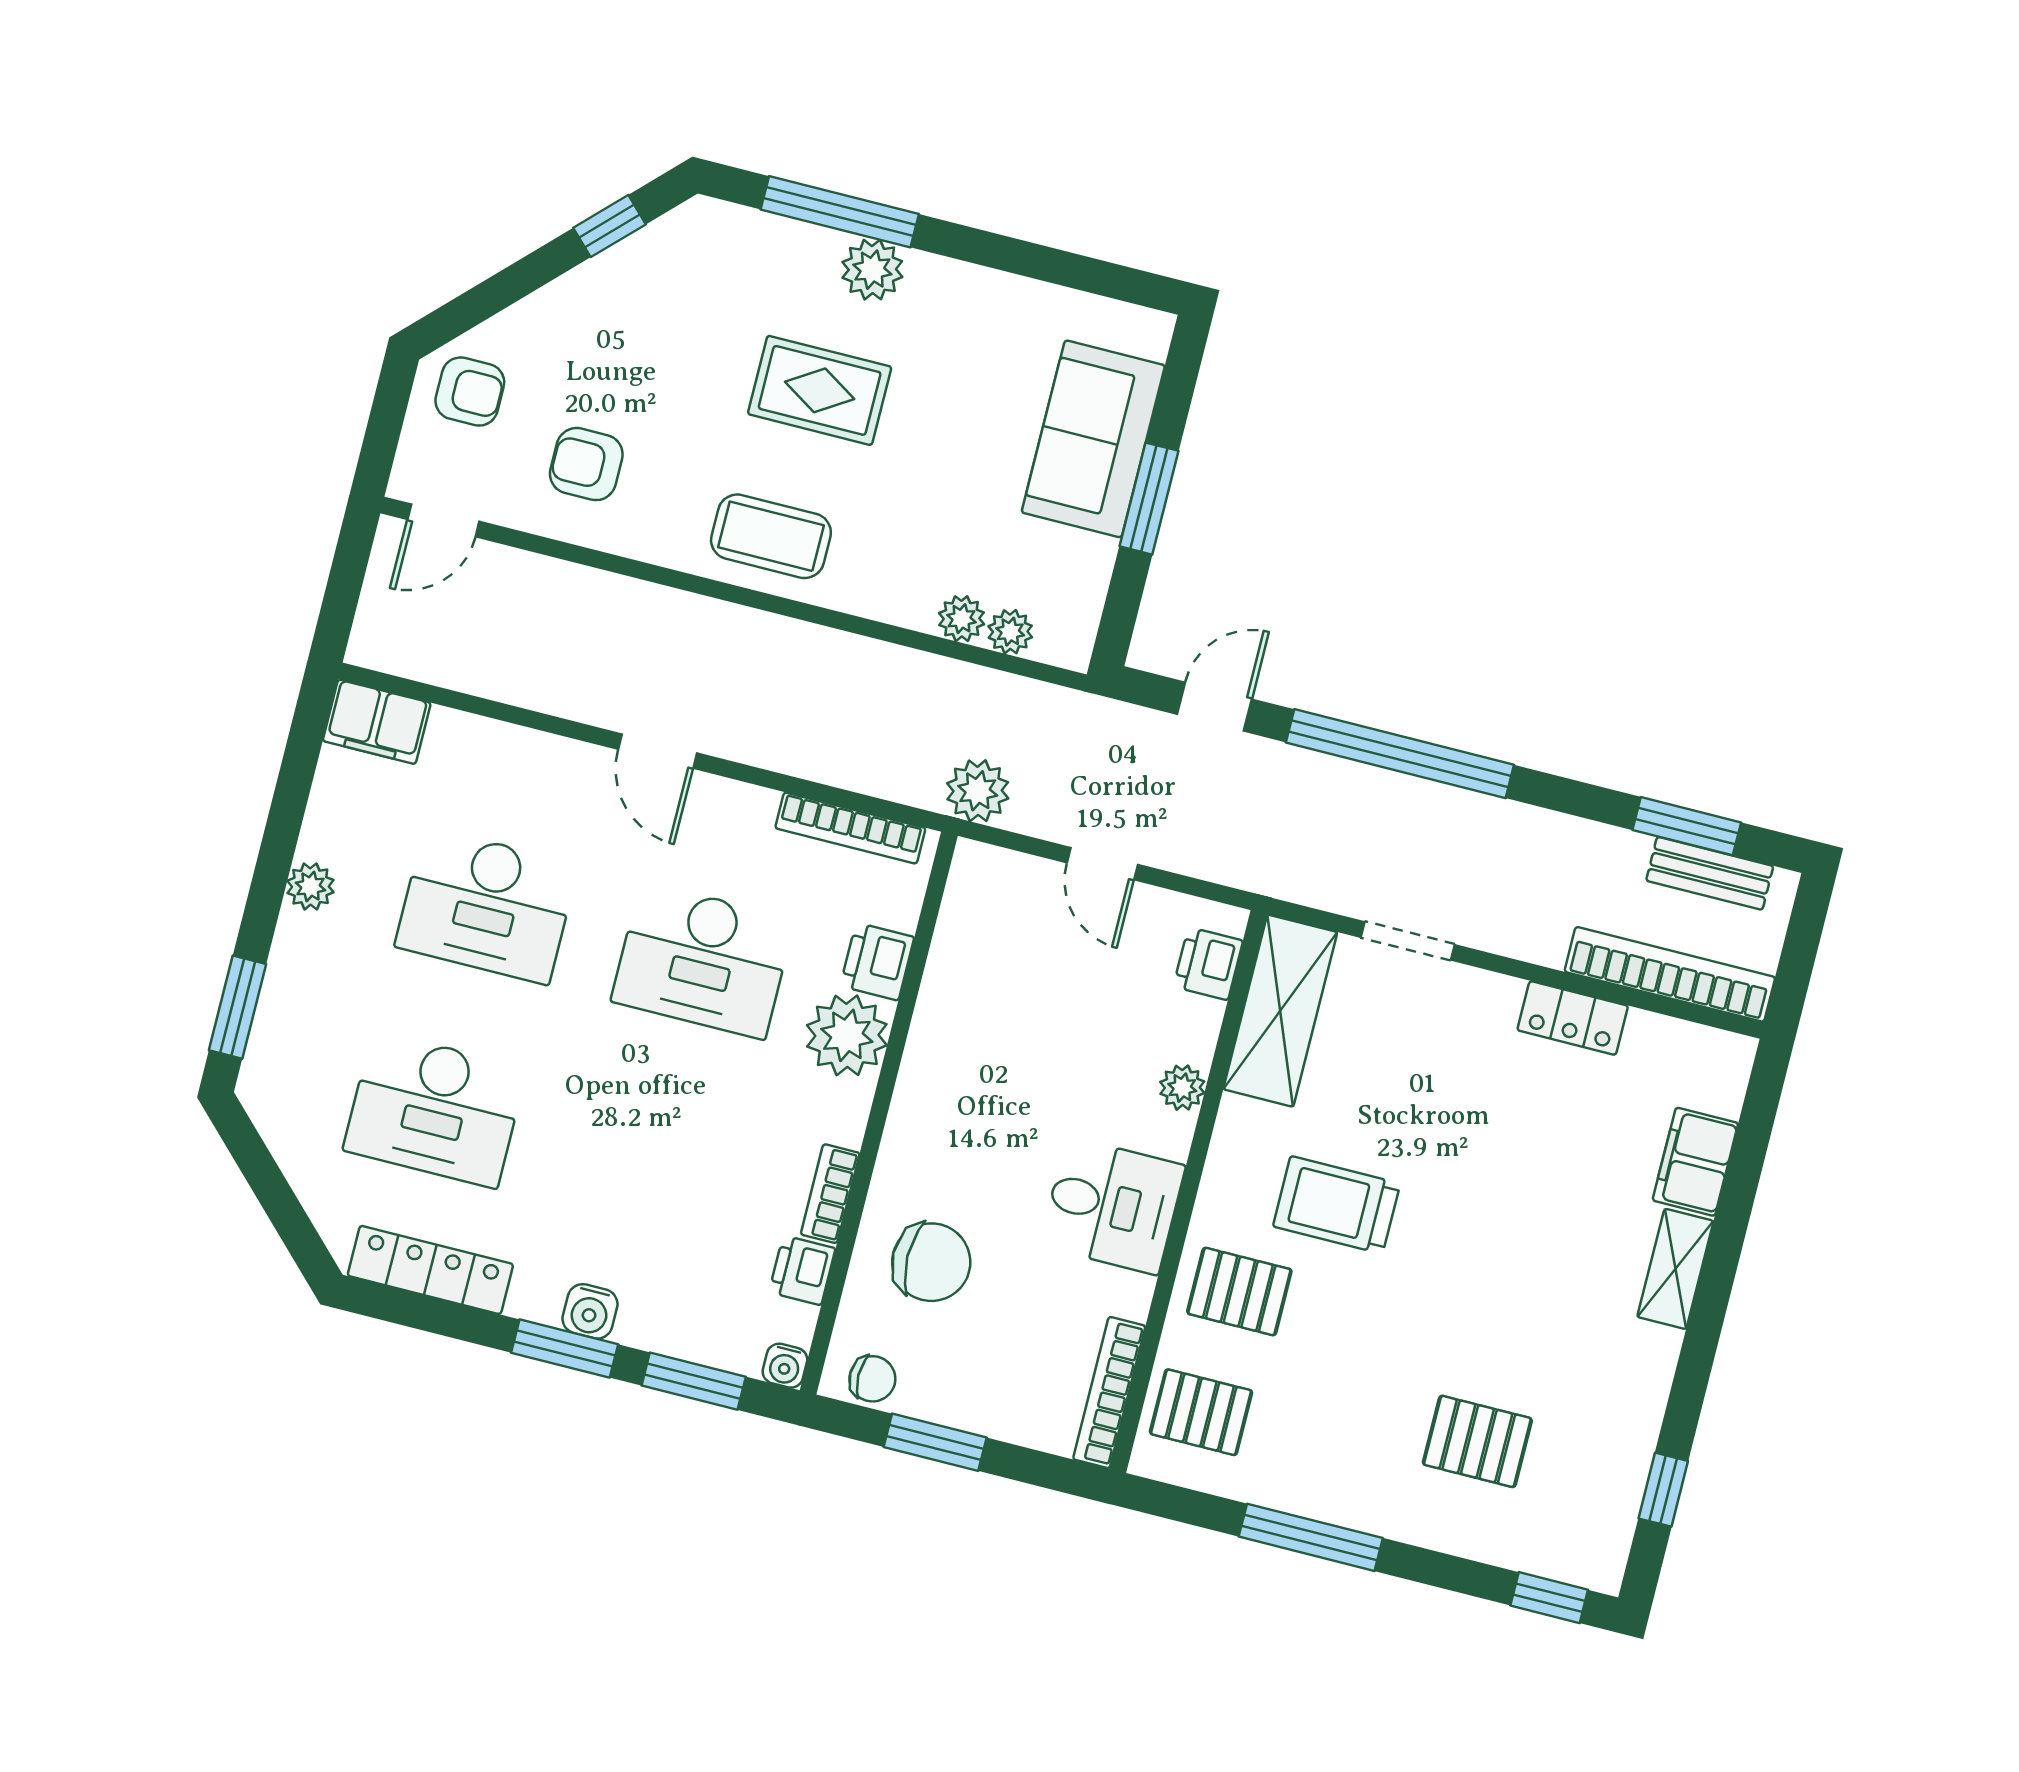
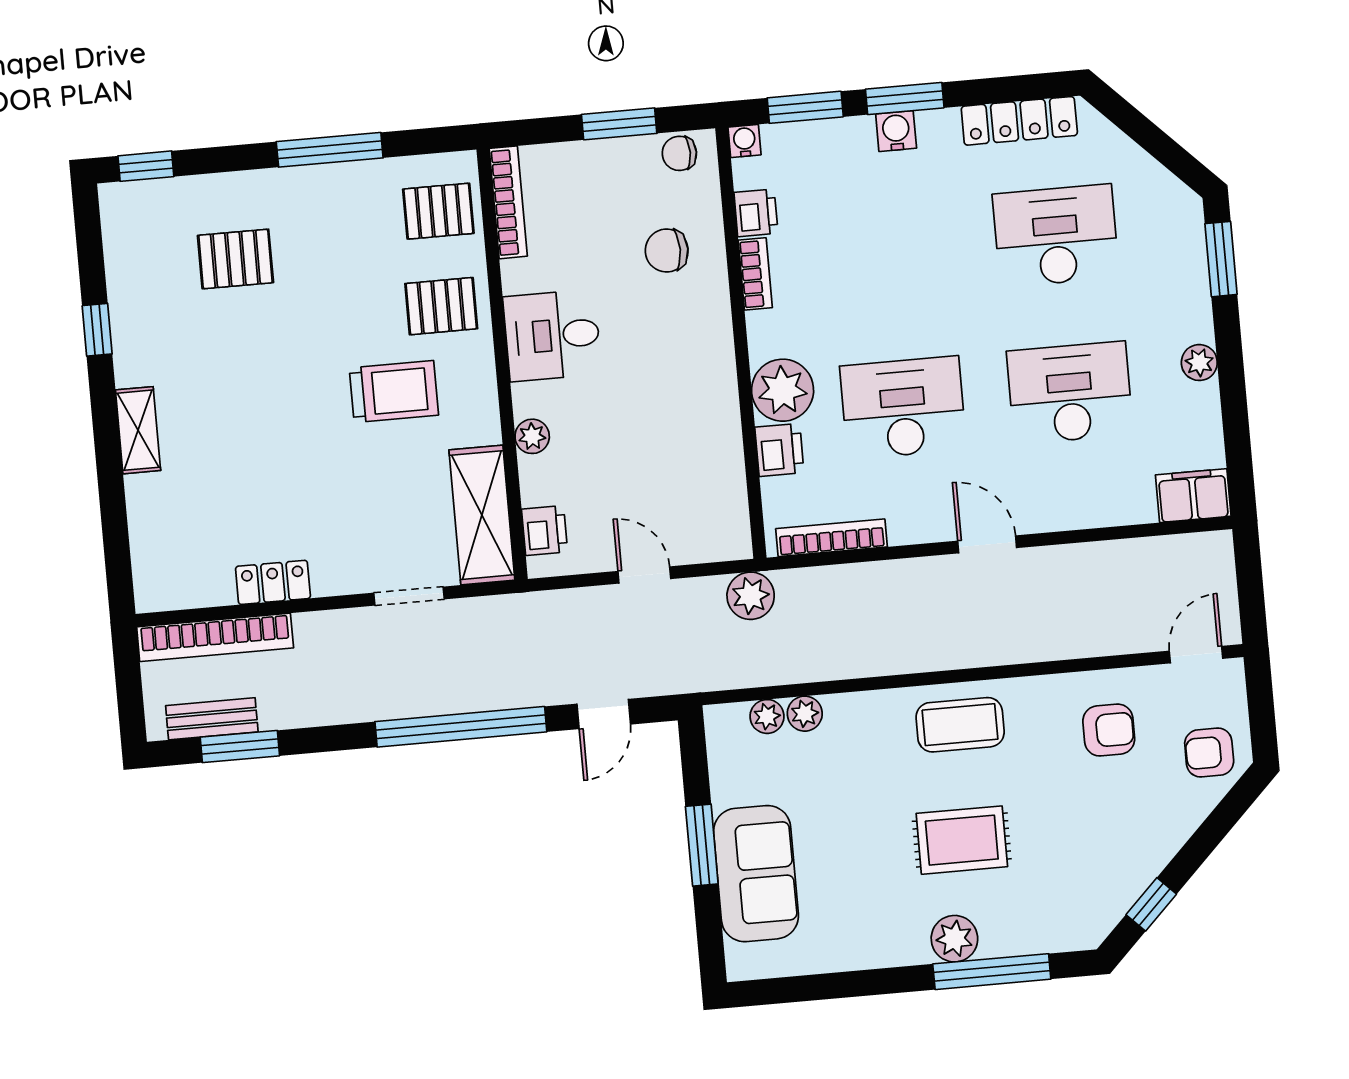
filing cabinet: (1695, 1162) -> (150, 511), removed
chair: (931, 1262) -> (667, 250), width x0.73, depth x0.73
window: (1663, 1490) -> (97, 330), moved

